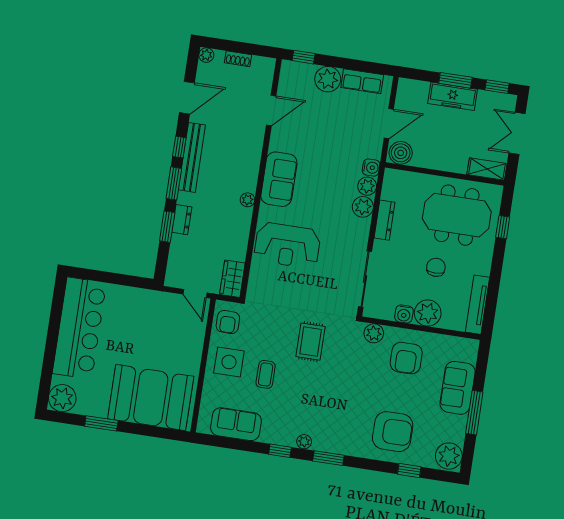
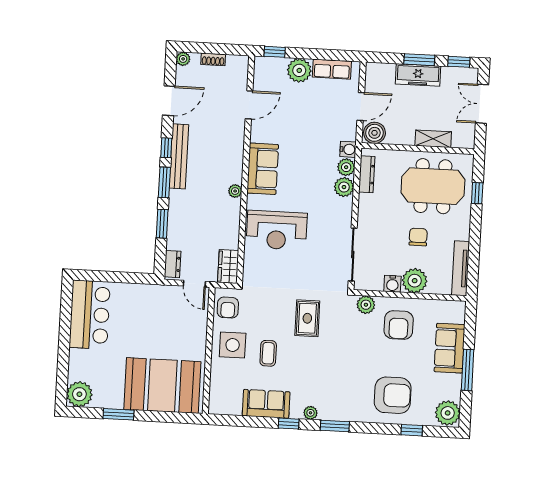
shelving: (487, 169) -> (433, 139), moved
dresser: (182, 220) -> (173, 264), moved
dresser: (384, 220) -> (367, 174), moved
bar counter: (79, 328) -> (90, 315), width x0.73
sofa: (236, 424) -> (266, 404), moved

